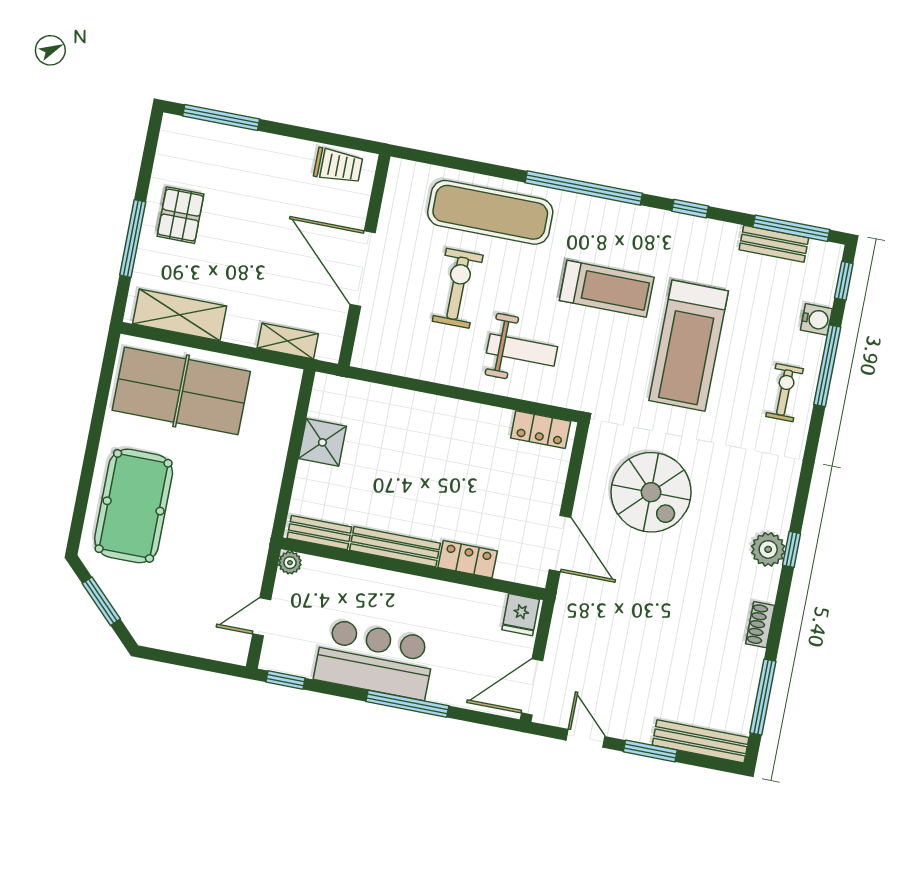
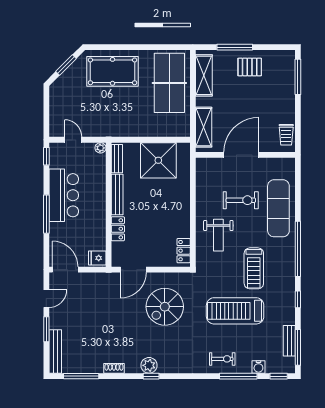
shelving: (288, 341) -> (204, 127), width x1.50, depth x1.33
shower: (322, 442) -> (158, 160), width x1.86, depth x1.86

